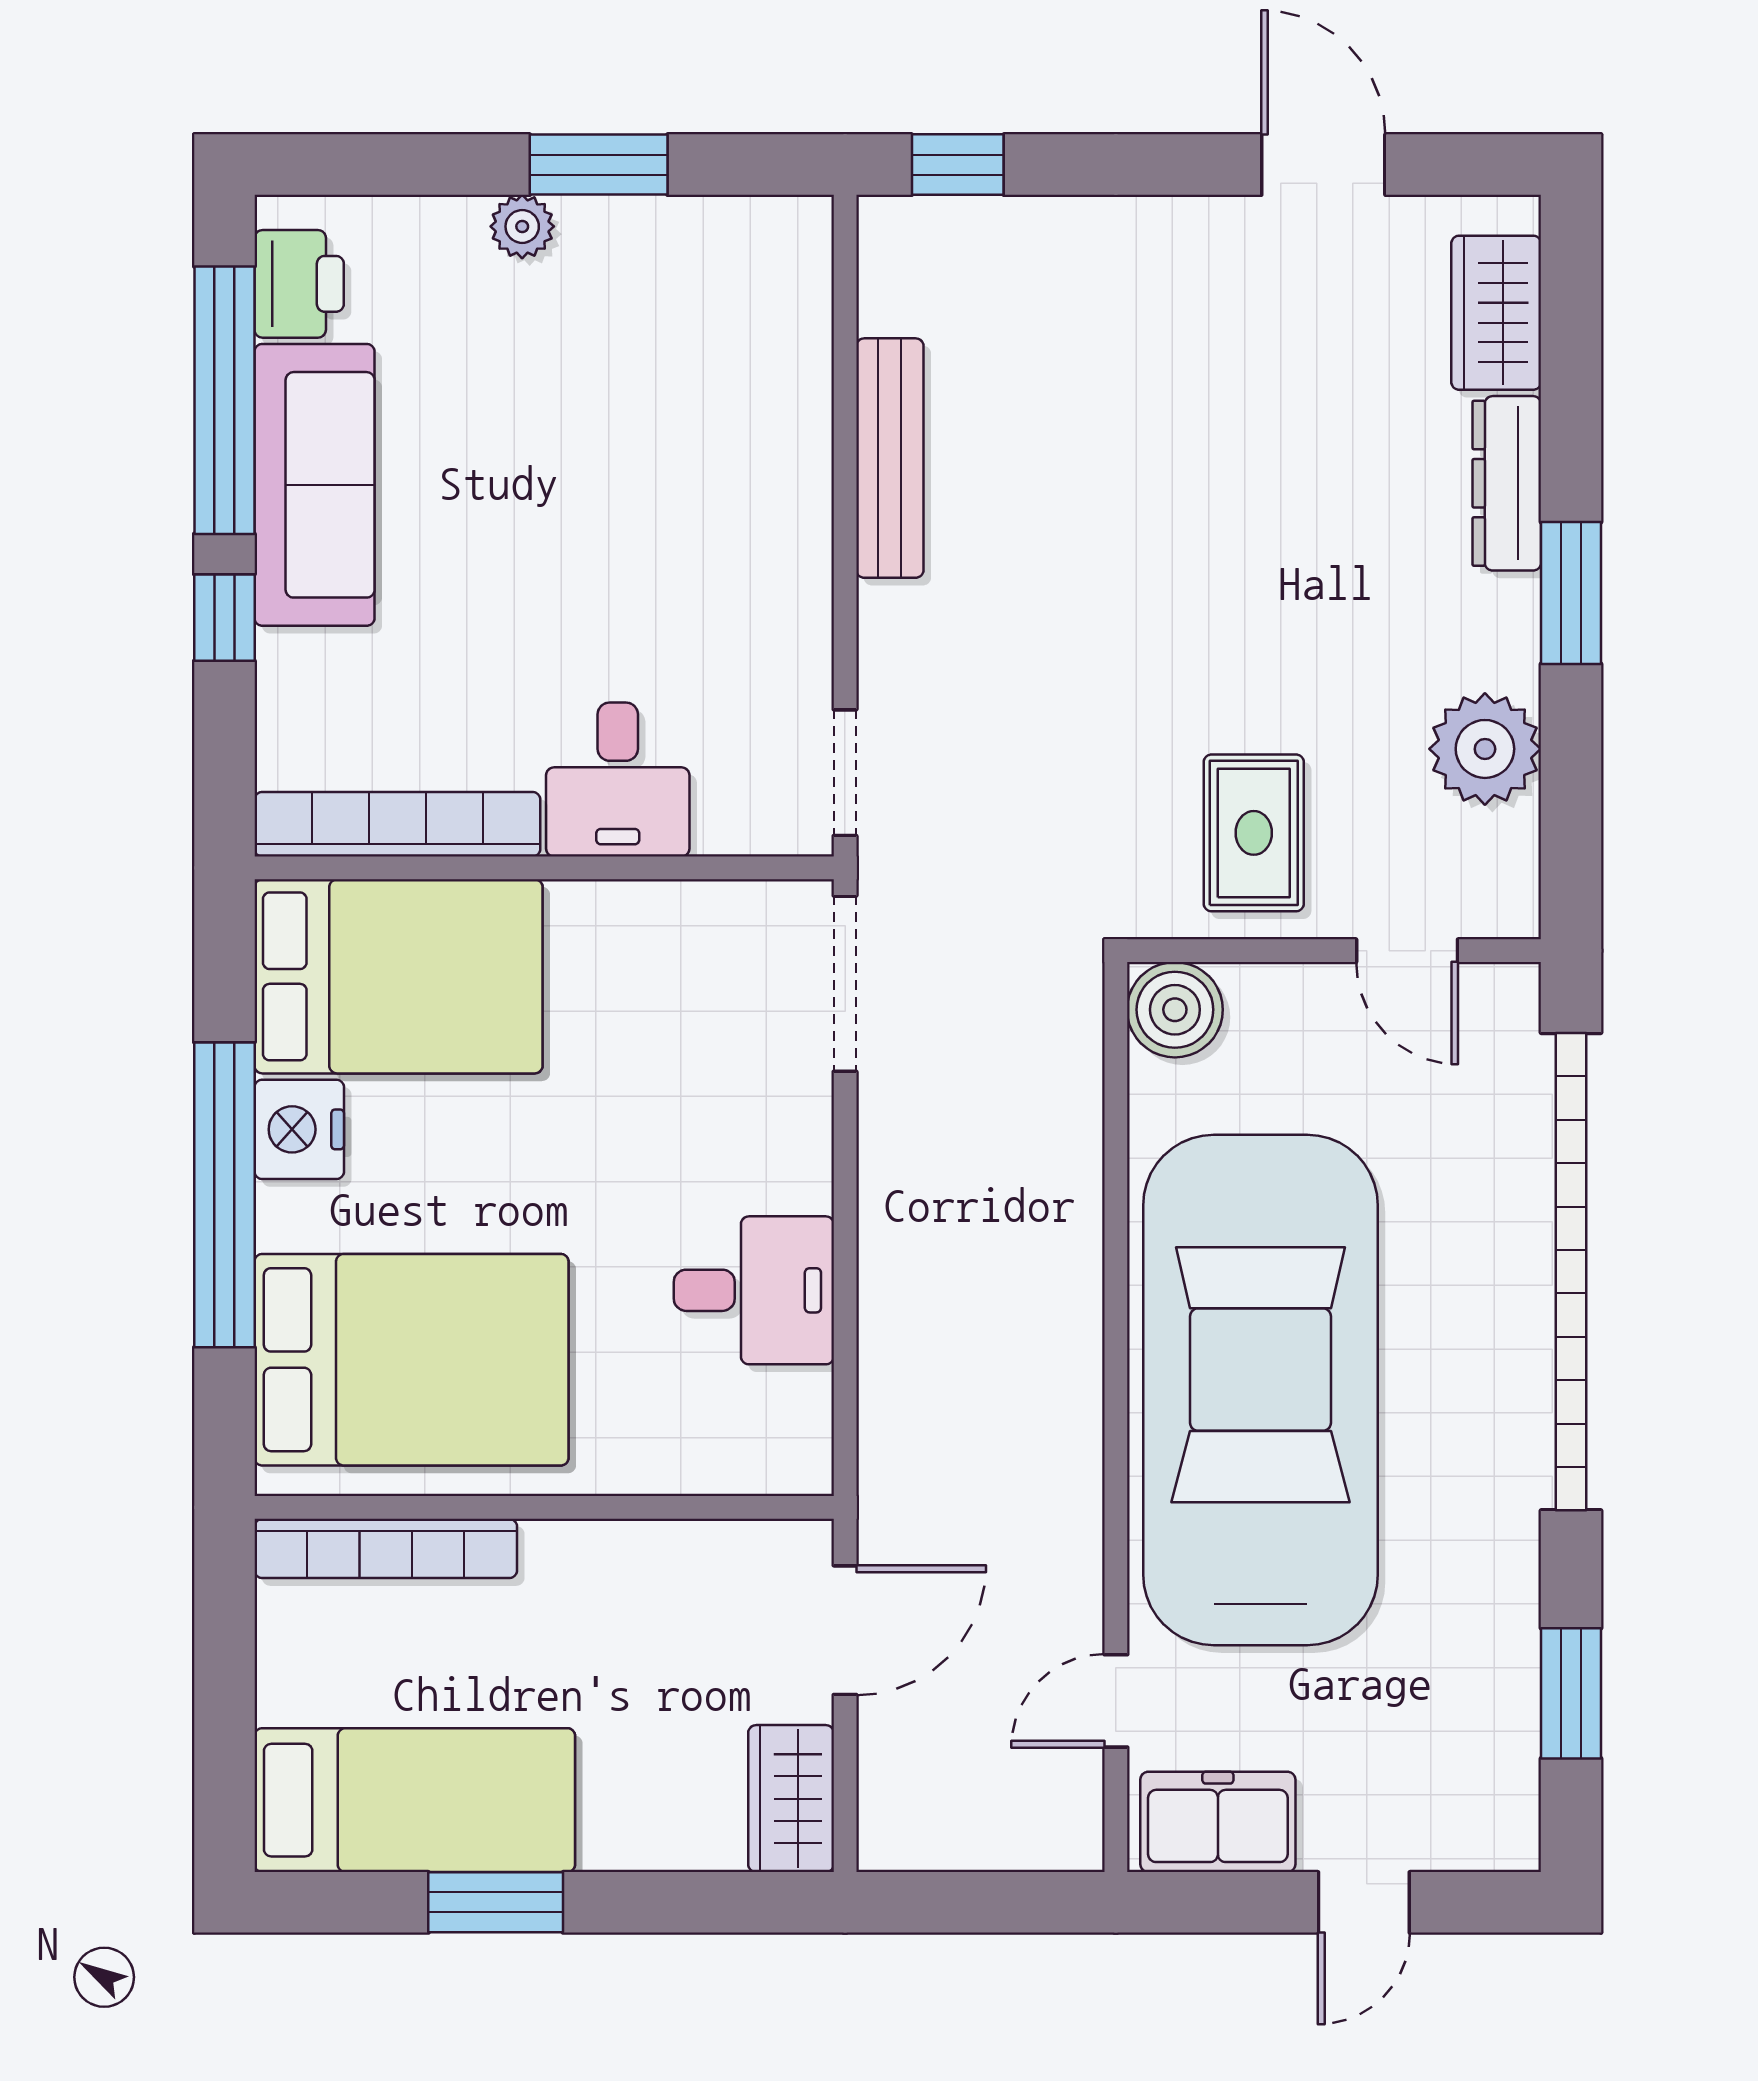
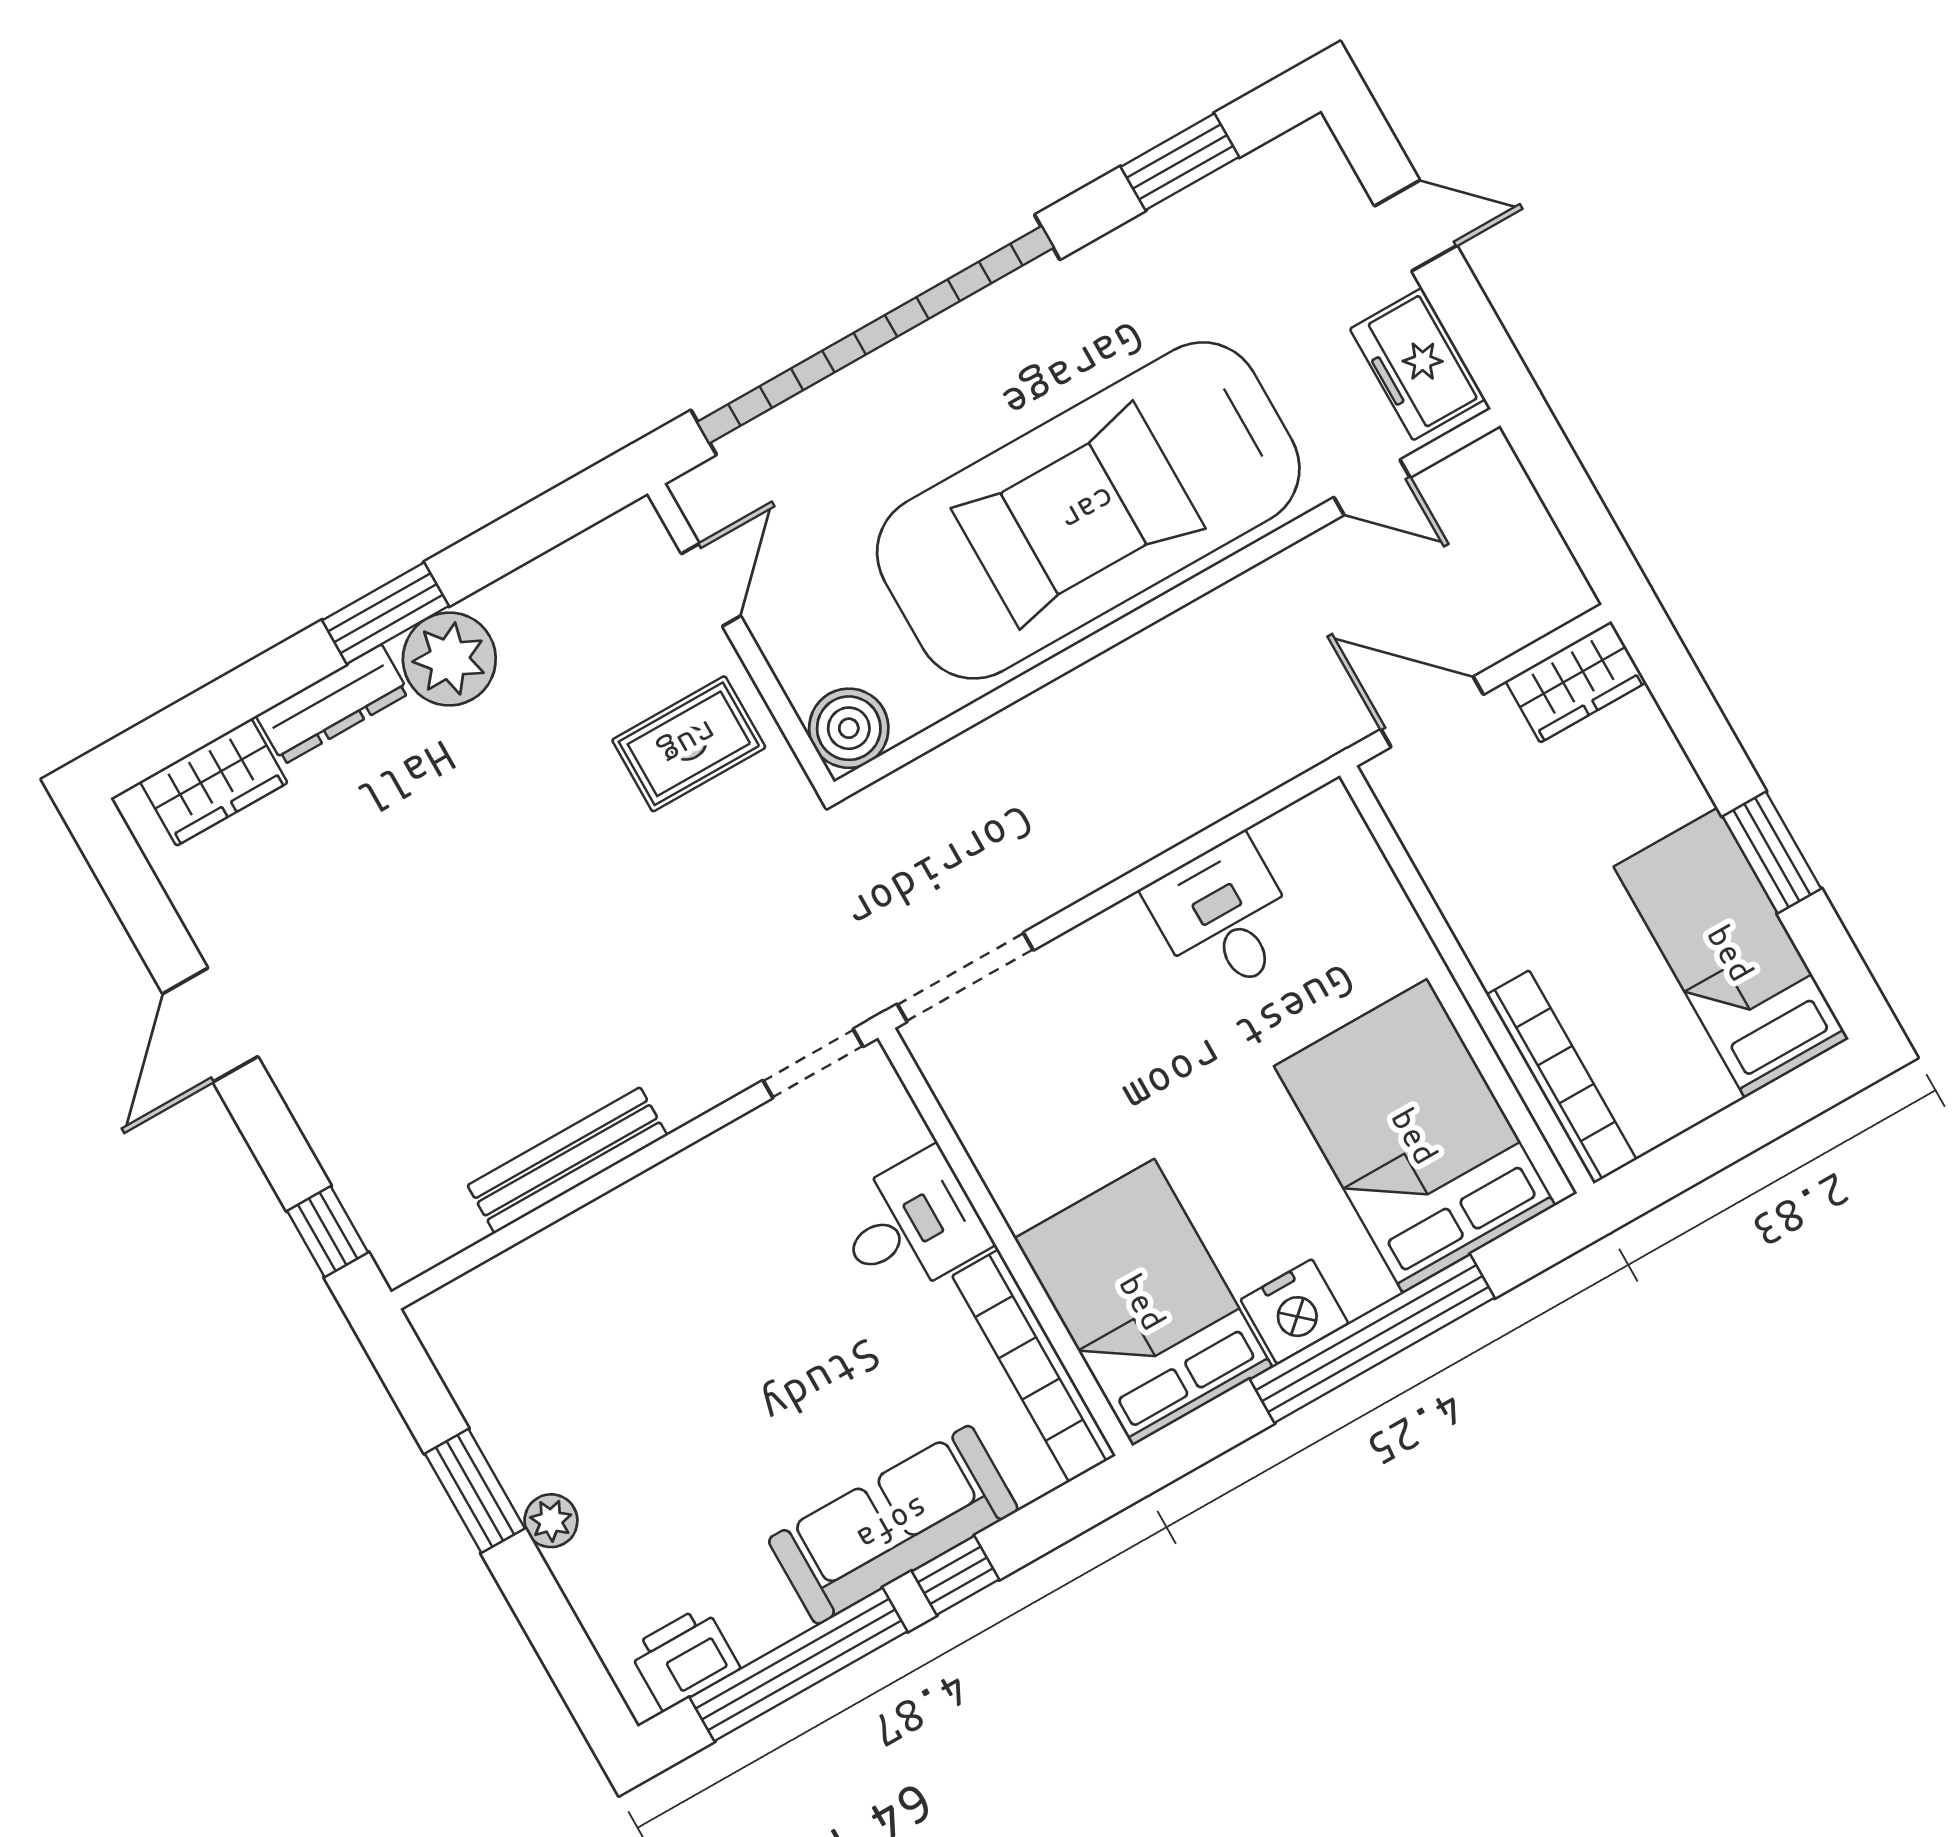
door: (1323, 165) -> (210, 1025), moved
sofa: (314, 485) -> (893, 1525), moved
plant: (1485, 749) -> (449, 659), moved

